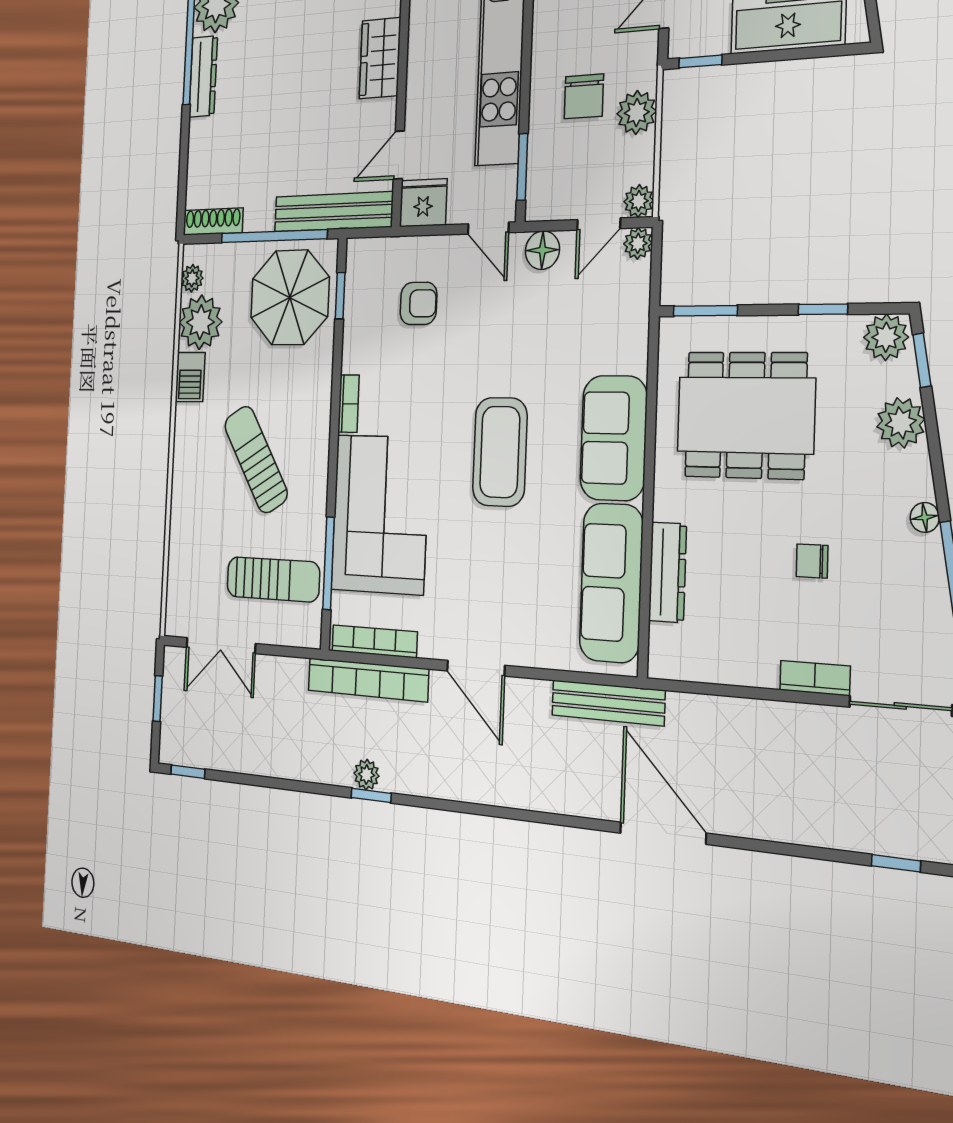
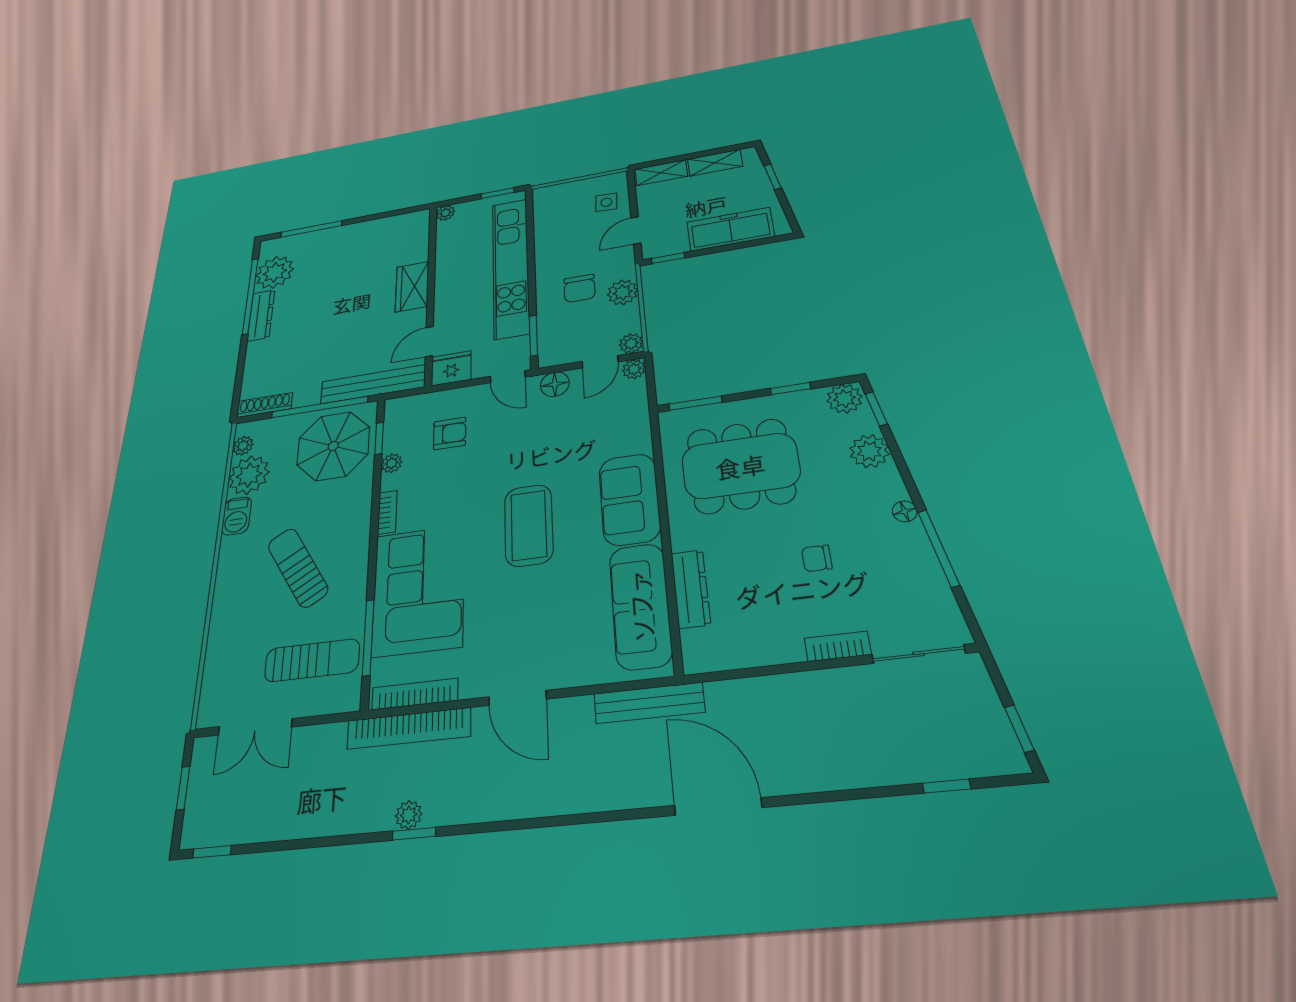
plant: (354, 335) -> (392, 463), added

